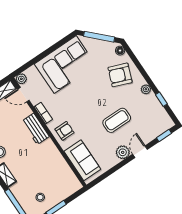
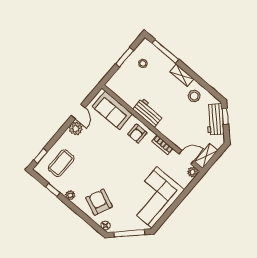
armchair: (120, 75) -> (99, 202), turned -88
coffee table: (117, 120) -> (61, 163), moved
workbench: (35, 129) -> (148, 113), moved
door: (140, 152) -> (78, 112), moved

